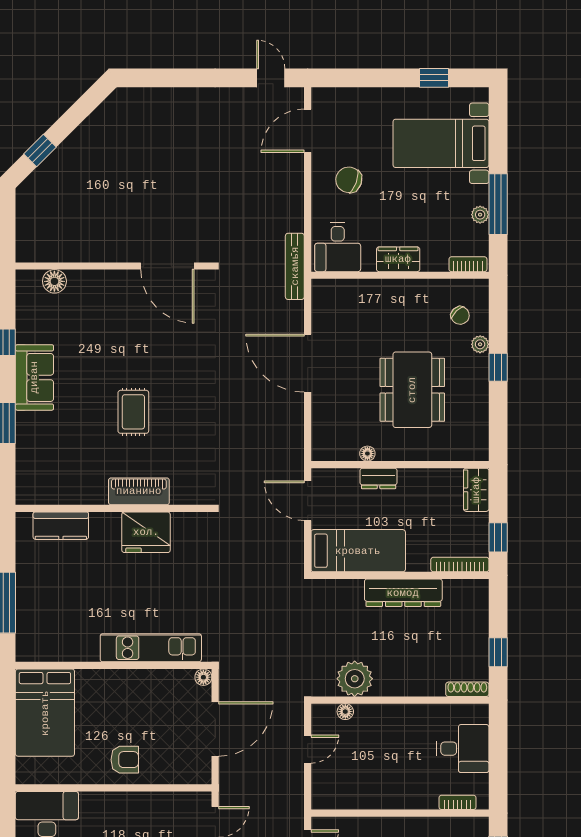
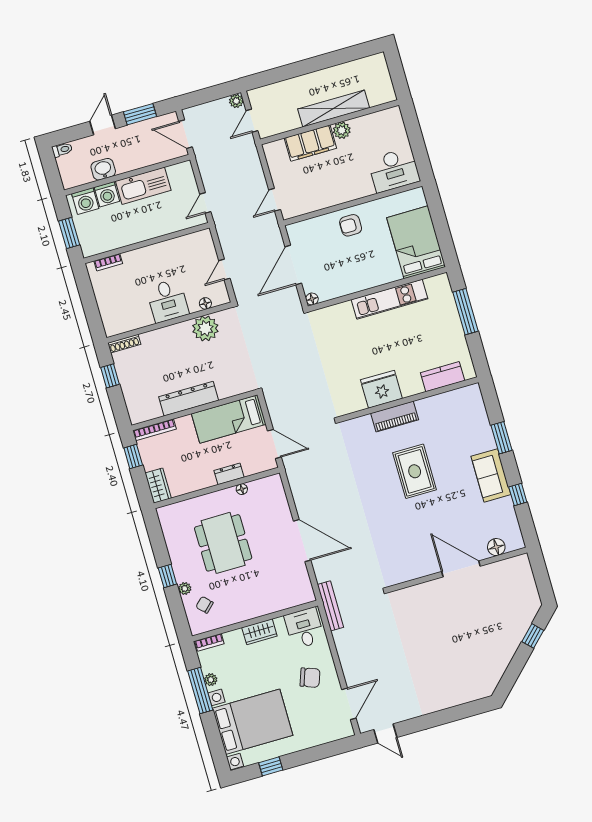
bed with nightstands: (441, 143) -> (253, 722), width x1.36
door: (167, 266) -> (461, 569), moved
rug: (133, 412) -> (415, 471), width x1.36, depth x1.43
kitchen unit: (151, 648) -> (390, 299), moved
desk: (463, 749) -> (167, 301), moved, turned -90

